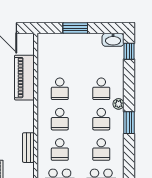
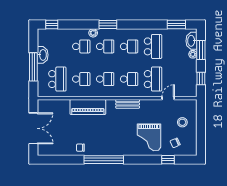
window: (75, 28) -> (33, 67), width x1.44
washbasin: (113, 40) -> (43, 55), moved
school desk: (60, 58) -> (57, 79), added
piano: (24, 78) -> (88, 107), moved

